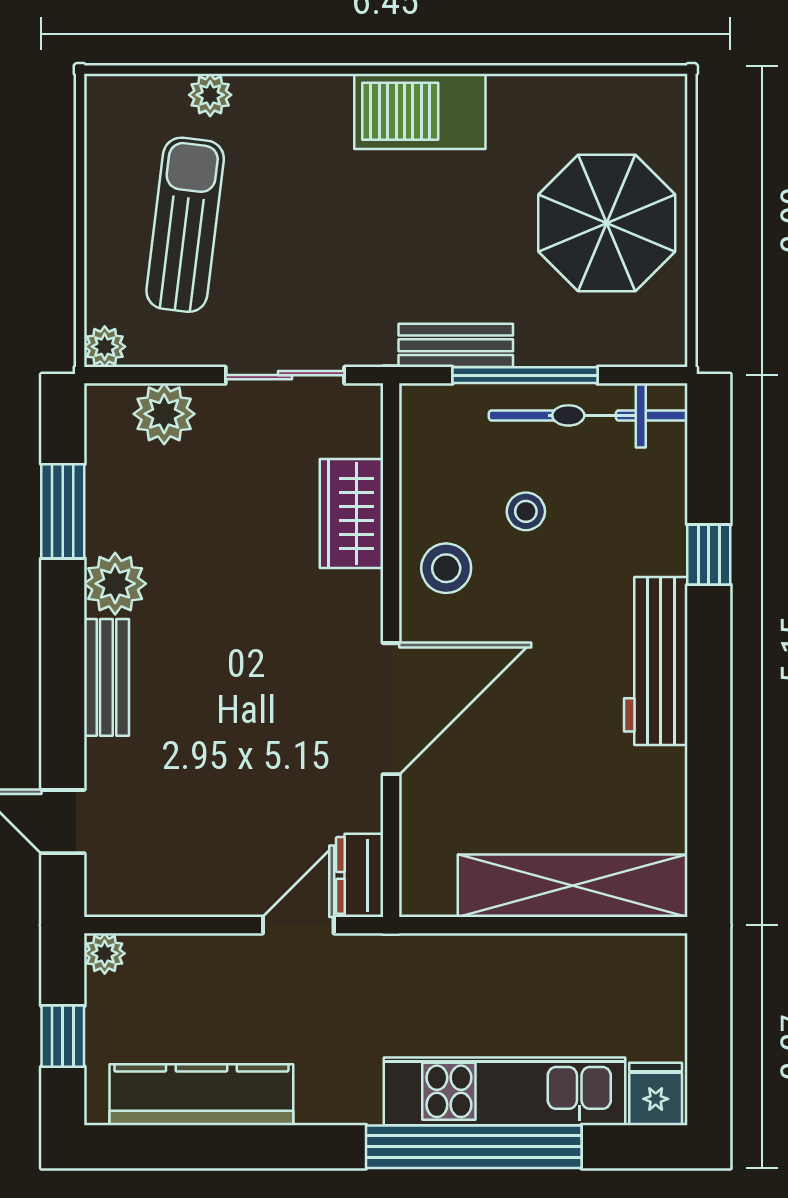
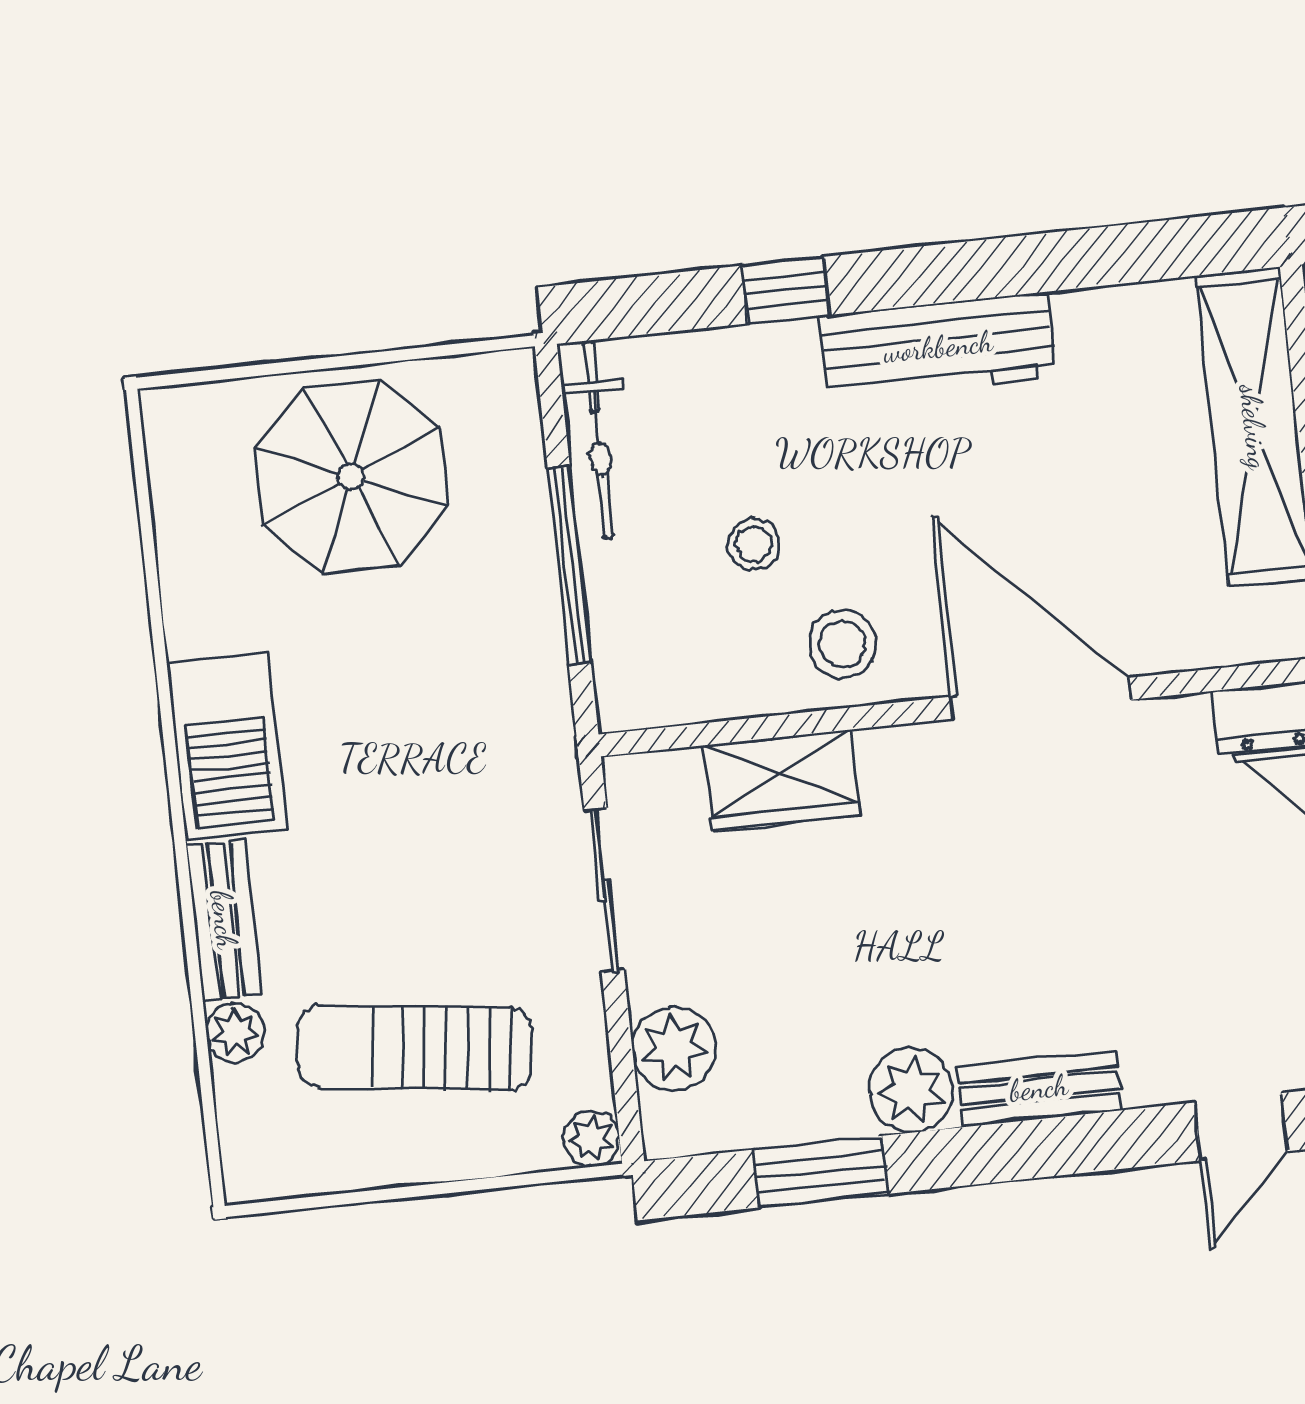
bench: (456, 345) -> (224, 920), moved
bicycle: (588, 415) -> (598, 439), width x0.73, depth x0.71

